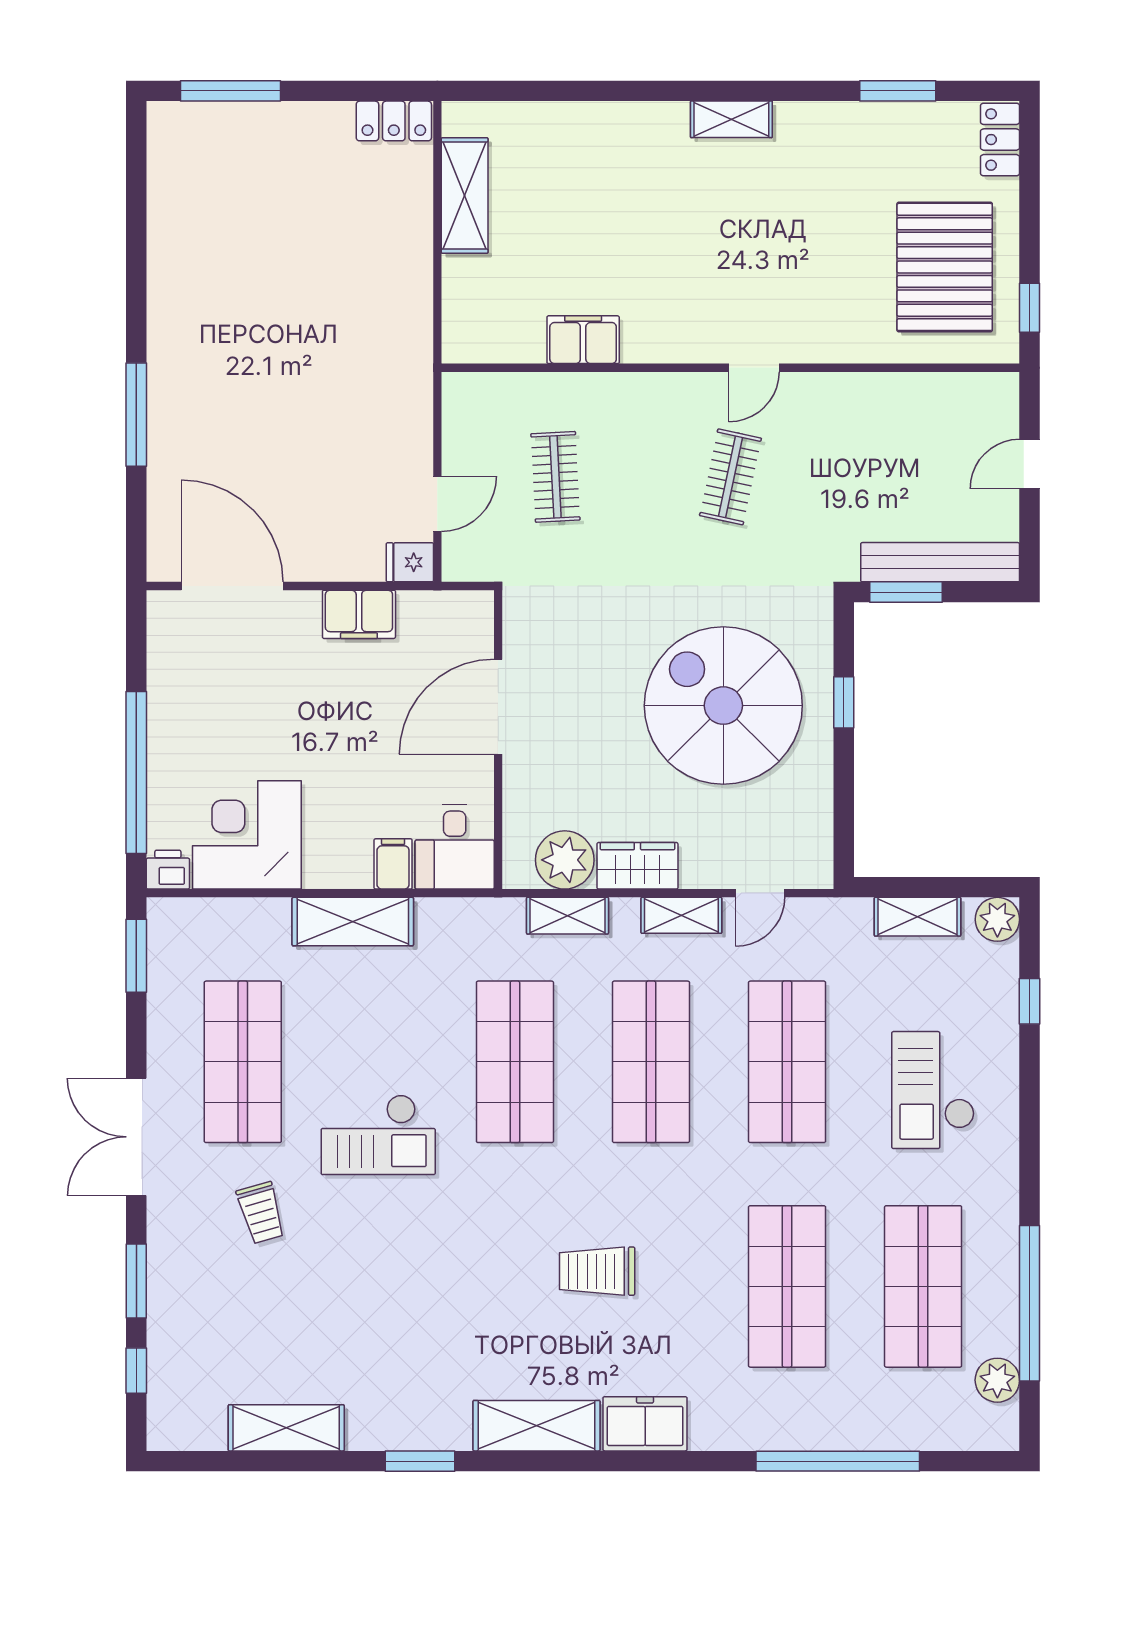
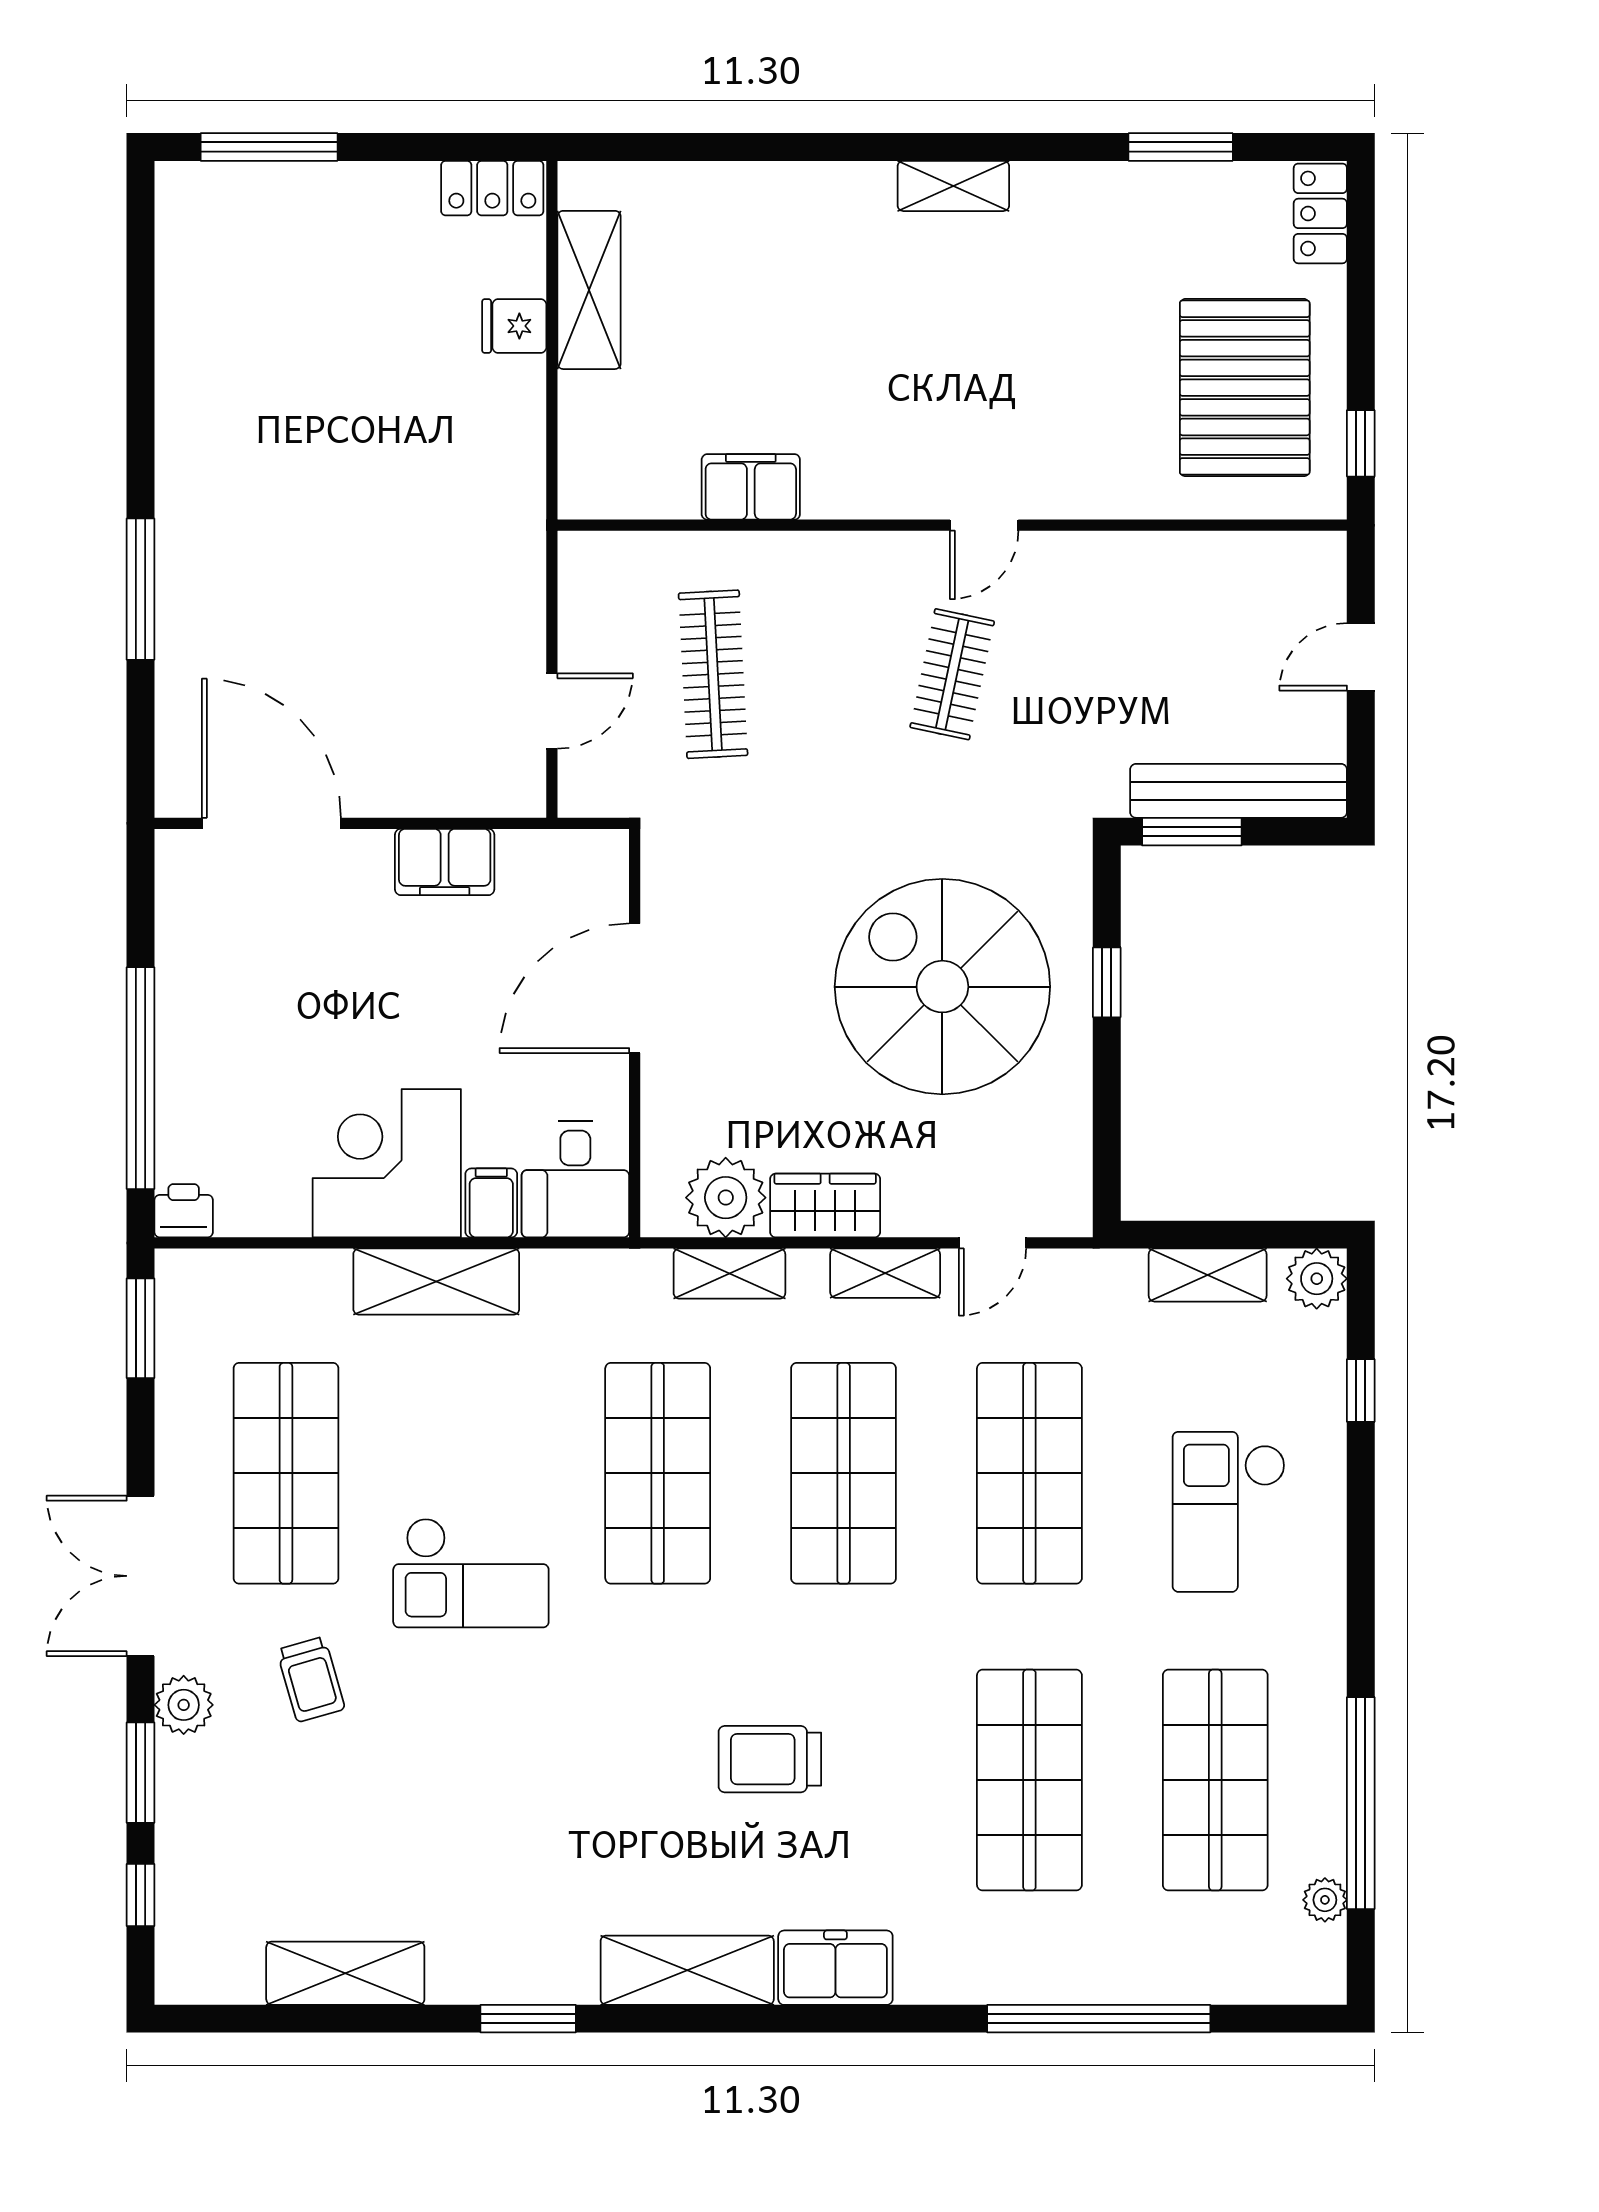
clothes rail: (555, 477) -> (713, 674), width x1.36
fridge: (410, 562) -> (514, 326), moved
corner desk: (247, 835) -> (387, 1163), moved
plant: (168, 1231) -> (184, 1705), added
plant: (997, 1380) -> (1325, 1900), width x0.73, depth x0.73

